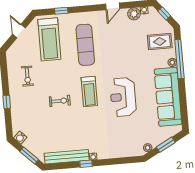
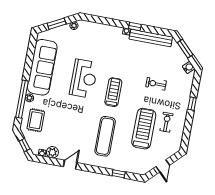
treadmill: (49, 39) -> (144, 129), moved
rug: (160, 42) -> (36, 120), turned 90
exercise bike: (60, 101) -> (156, 84), moved

